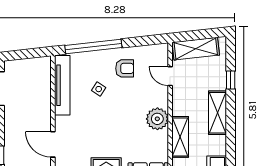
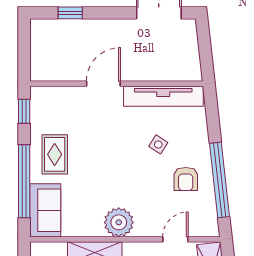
window: (93, 46) -> (220, 180), moved
door: (53, 144) -> (103, 84), moved

